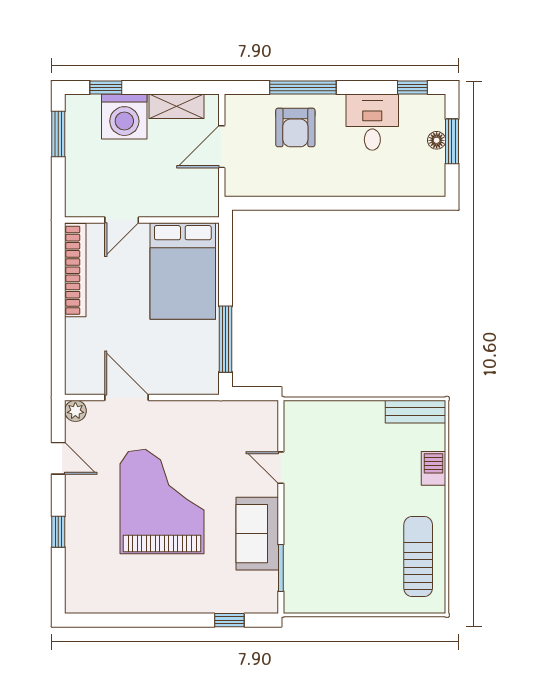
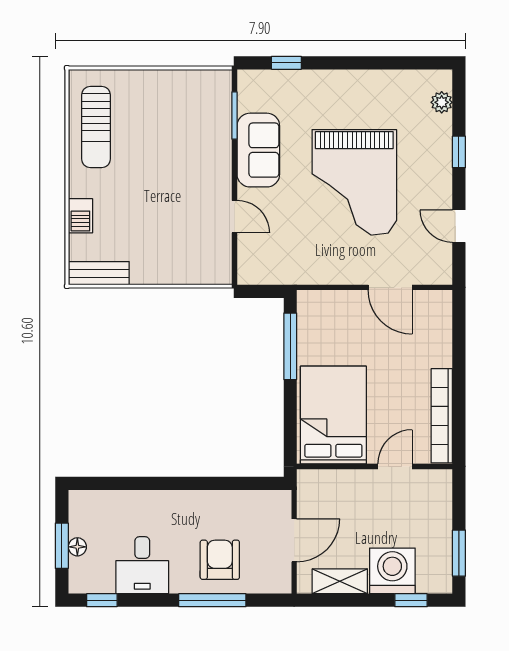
plant: (75, 411) -> (442, 102), moved

